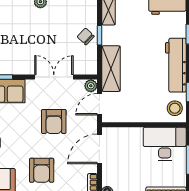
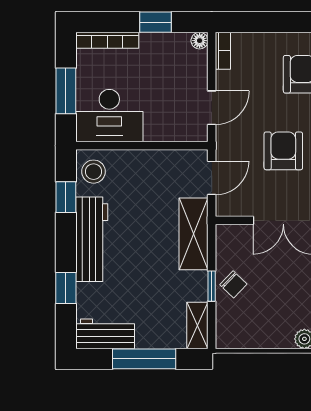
plant: (91, 86) -> (225, 207), removed
door: (99, 149) -> (212, 108), width x0.73

